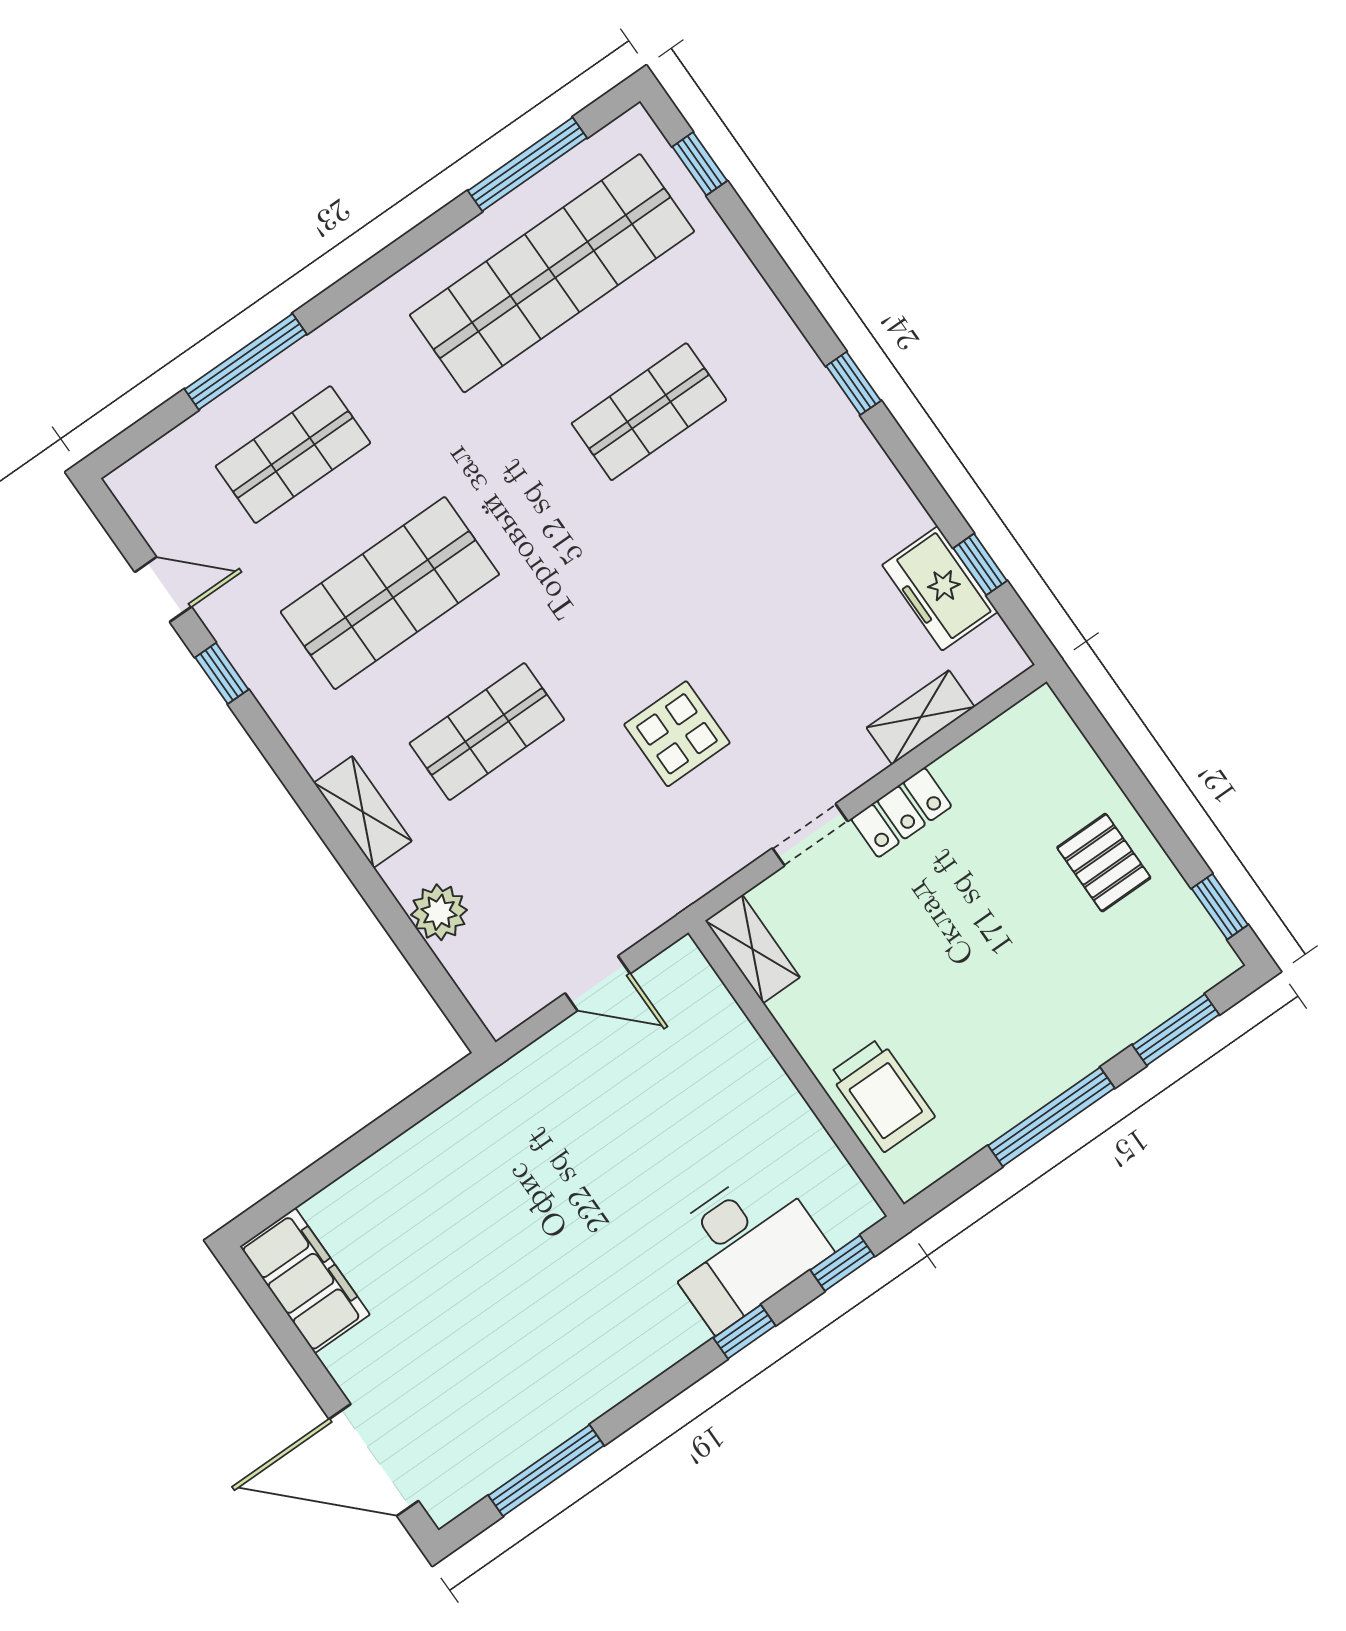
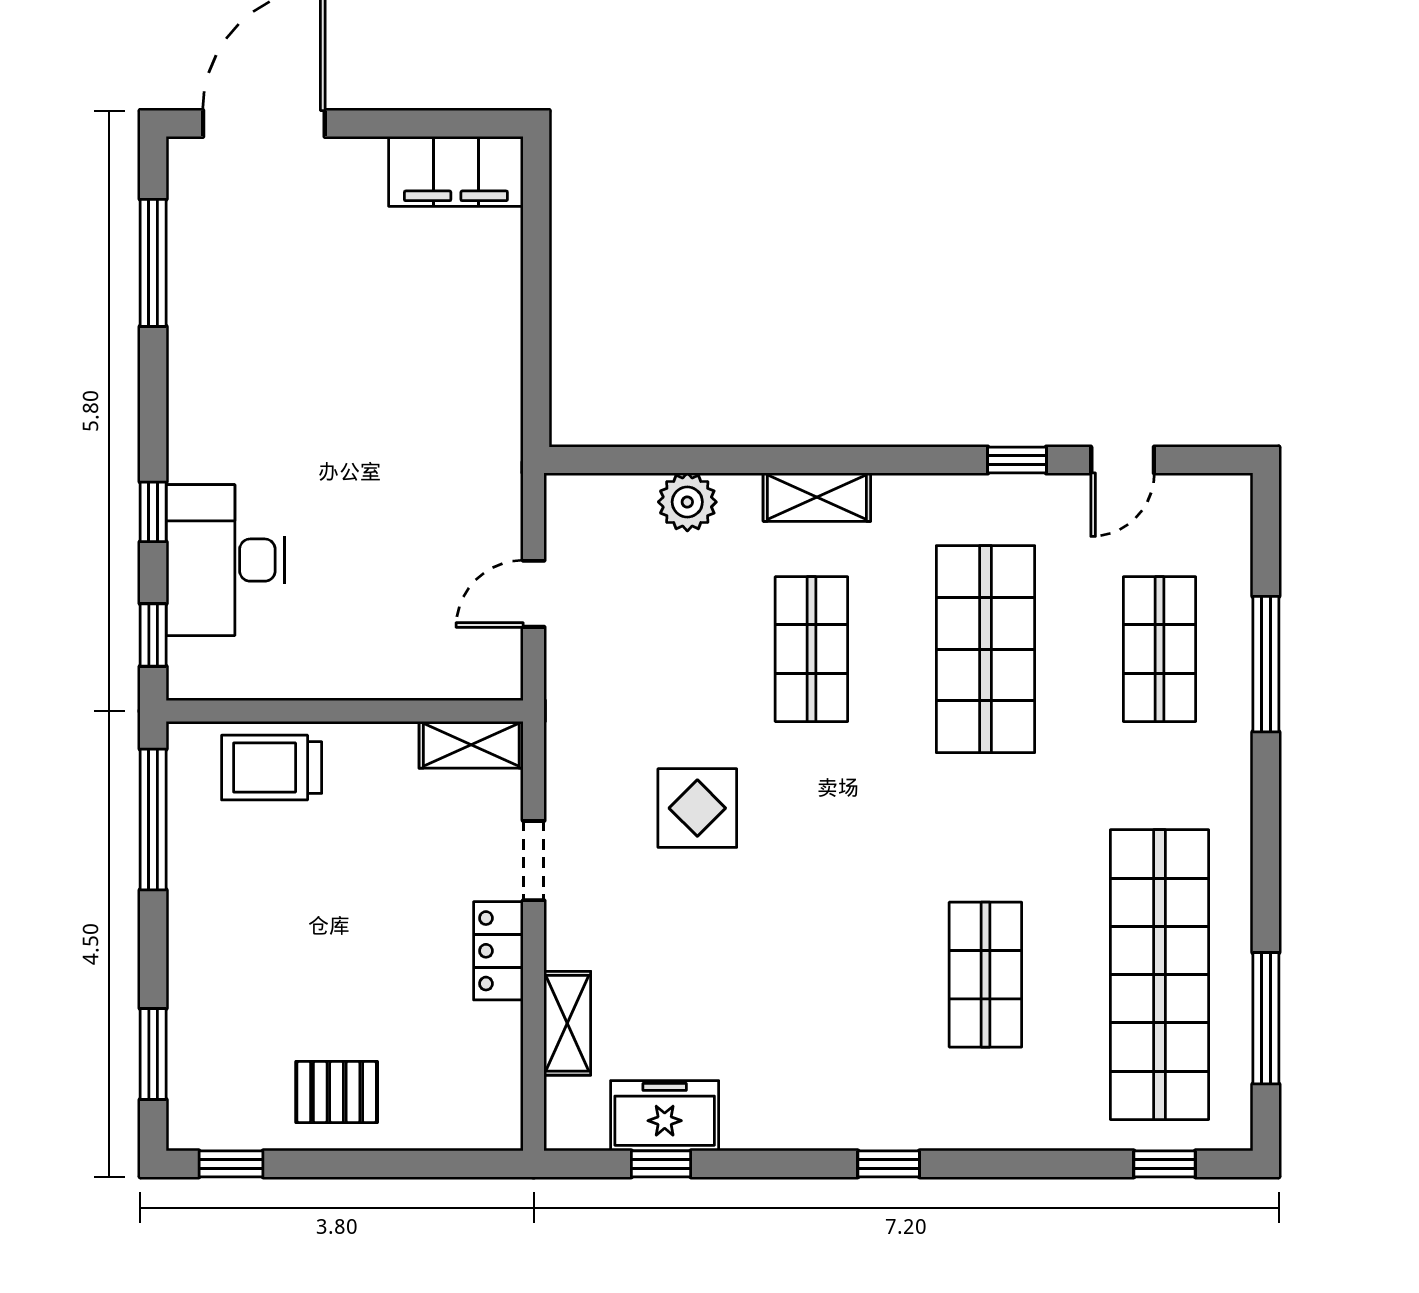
window: (1051, 1117) -> (153, 820), moved

